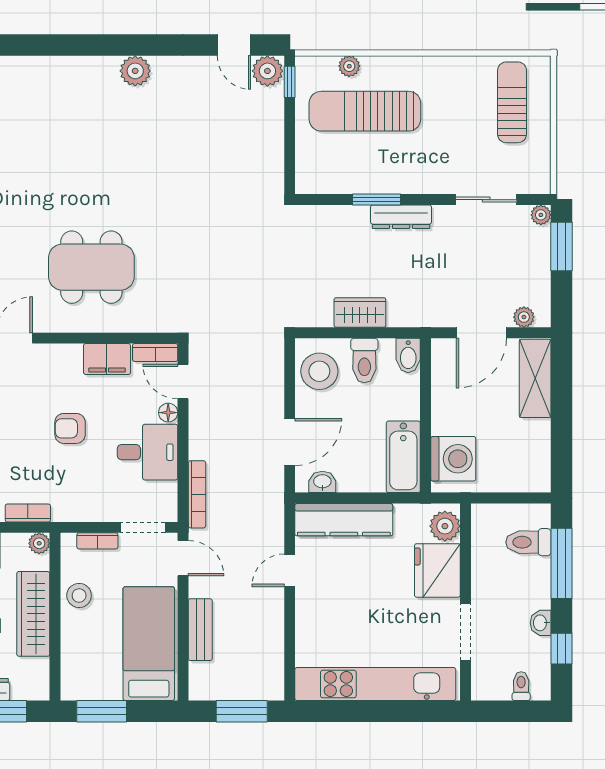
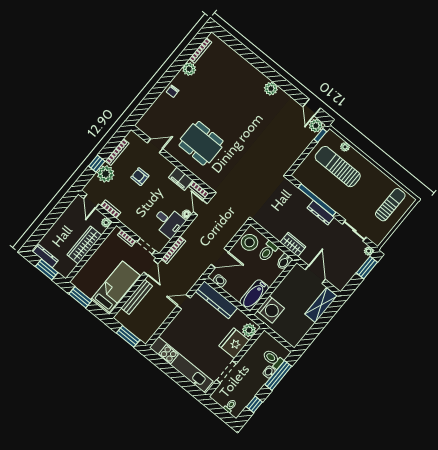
window: (377, 200) -> (317, 200), width x2.11
wardrobe: (360, 313) -> (293, 245), moved
plant: (524, 317) -> (334, 281), removed
door: (481, 333) -> (315, 275), swing flipped
armchair: (70, 428) -> (140, 177), moved
stool: (79, 595) -> (105, 251), removed
washbasin: (541, 623) -> (269, 372), moved
bench: (200, 630) -> (137, 297), width x1.36

